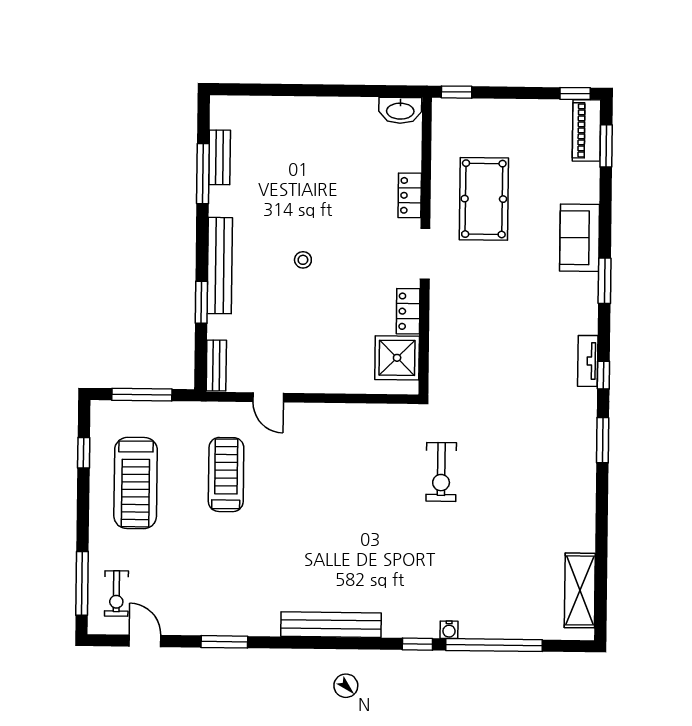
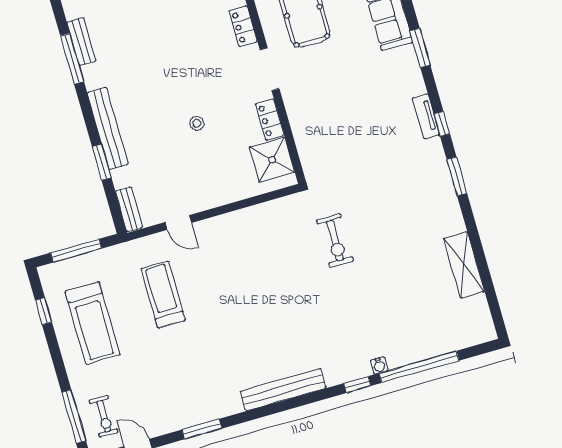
stool: (303, 260) -> (197, 123), moved
shelving: (580, 590) -> (464, 265), moved

